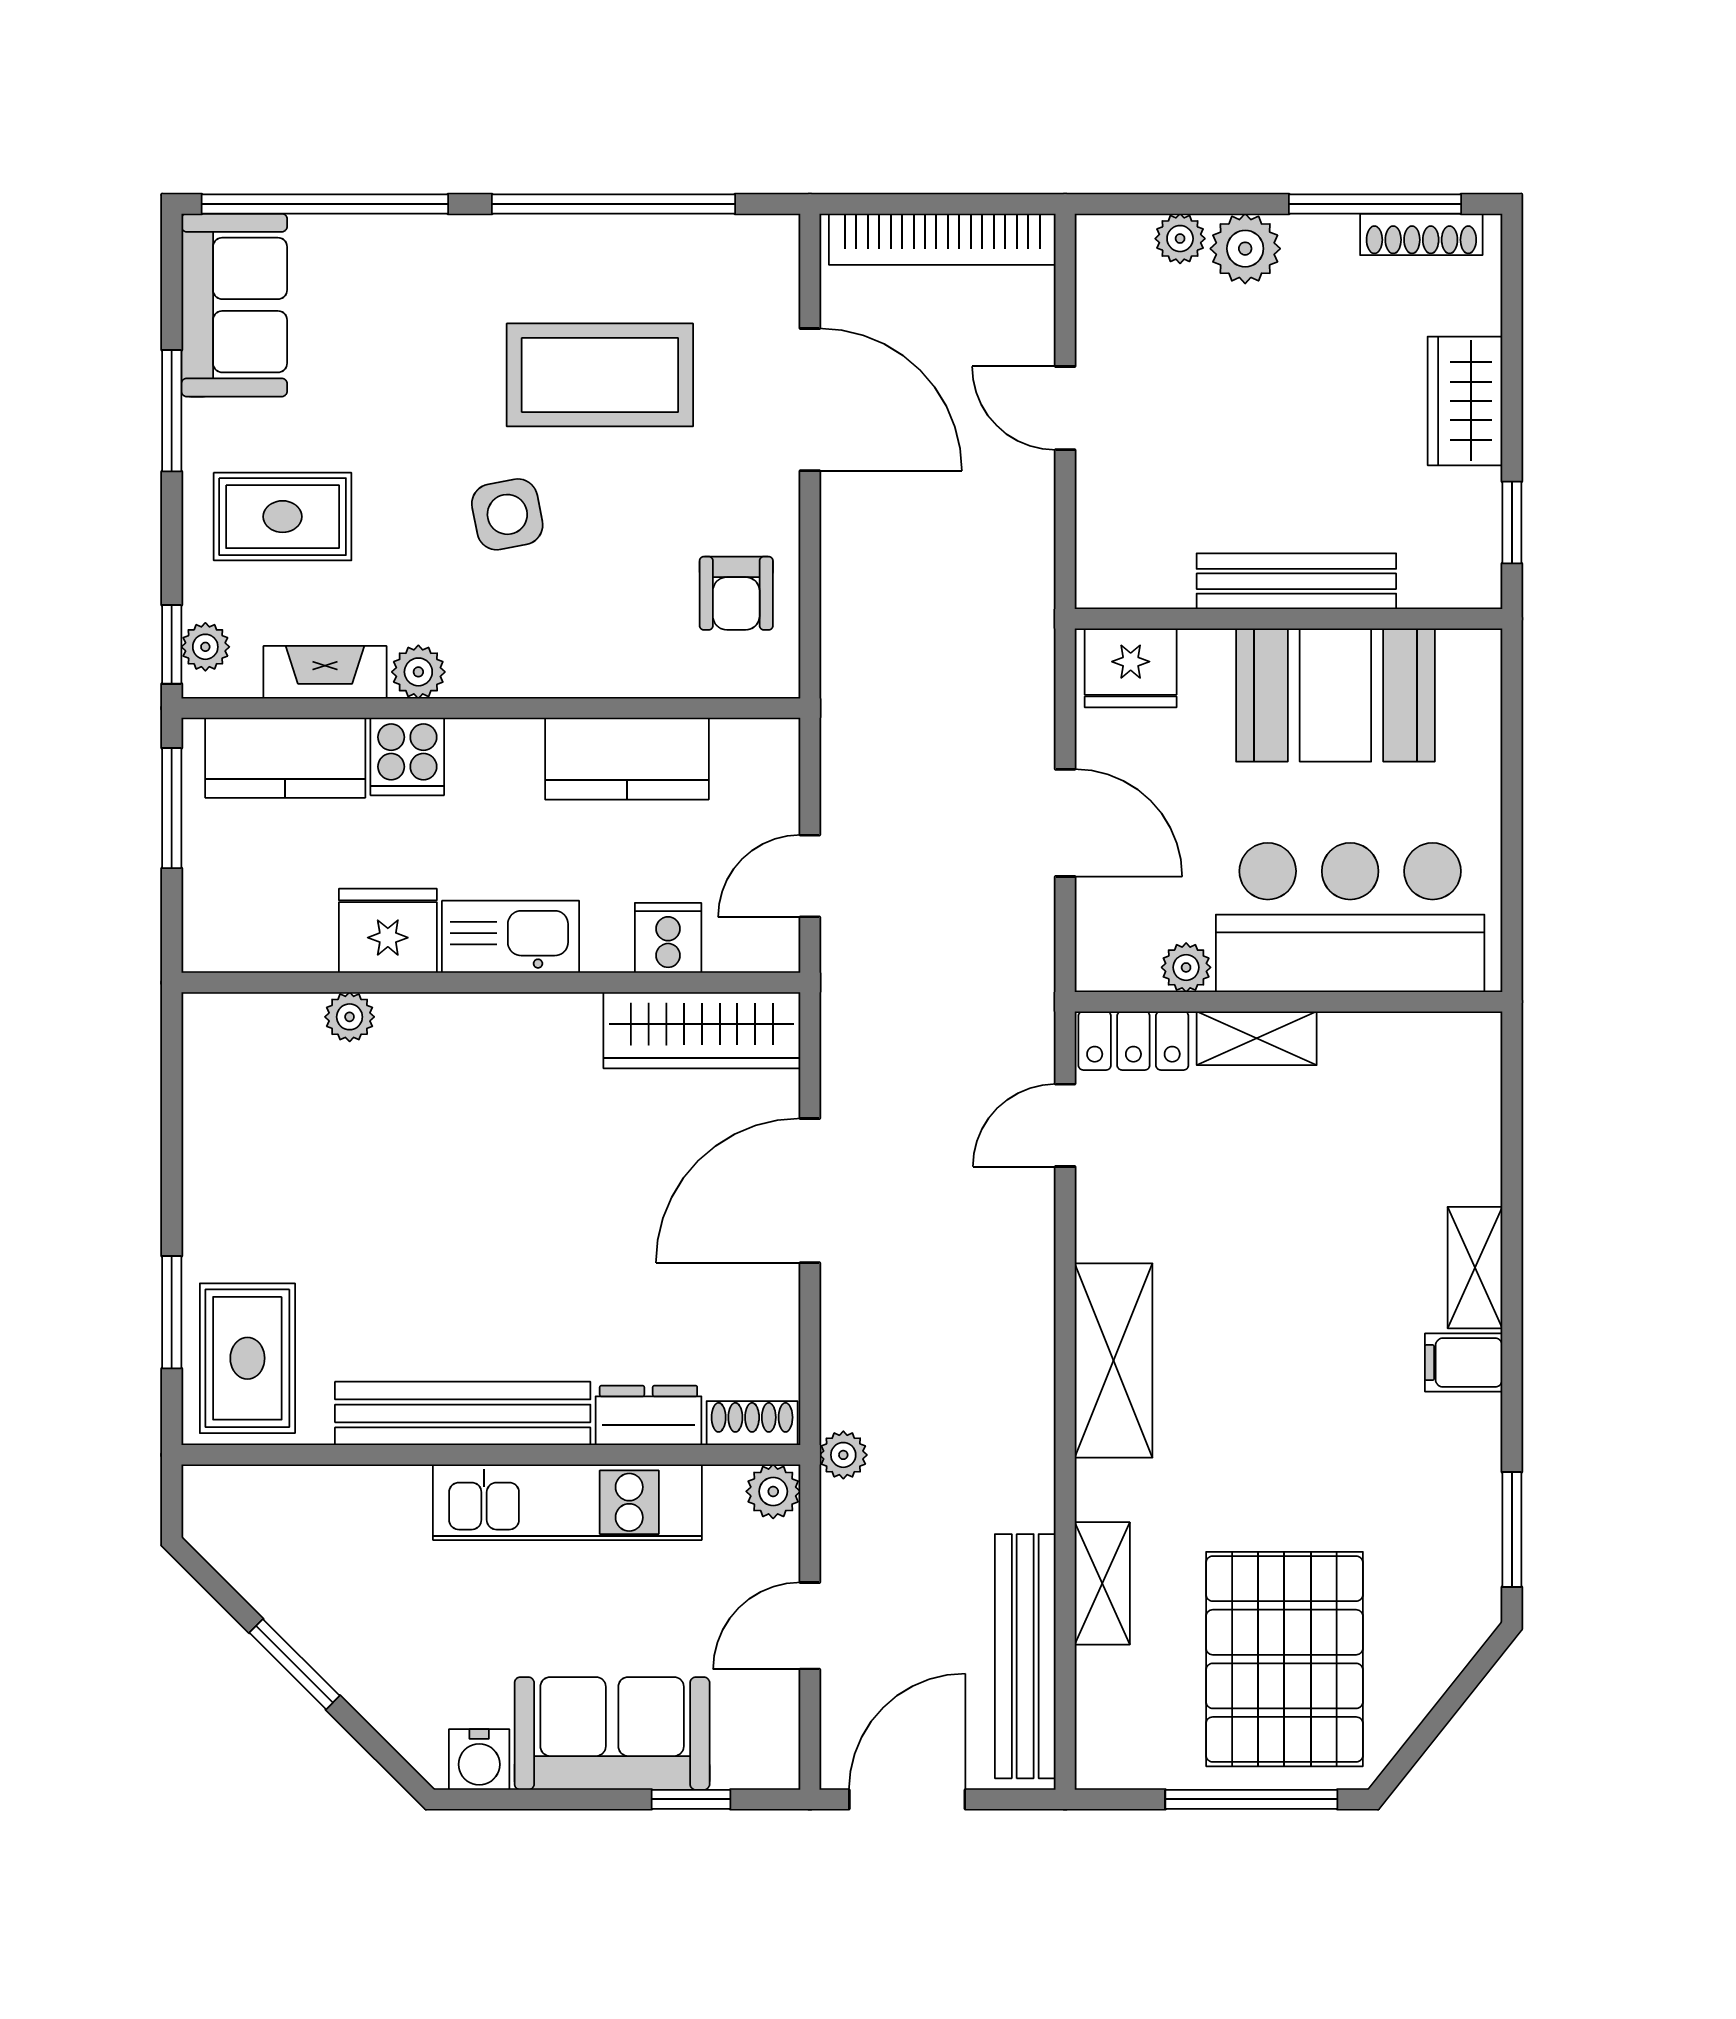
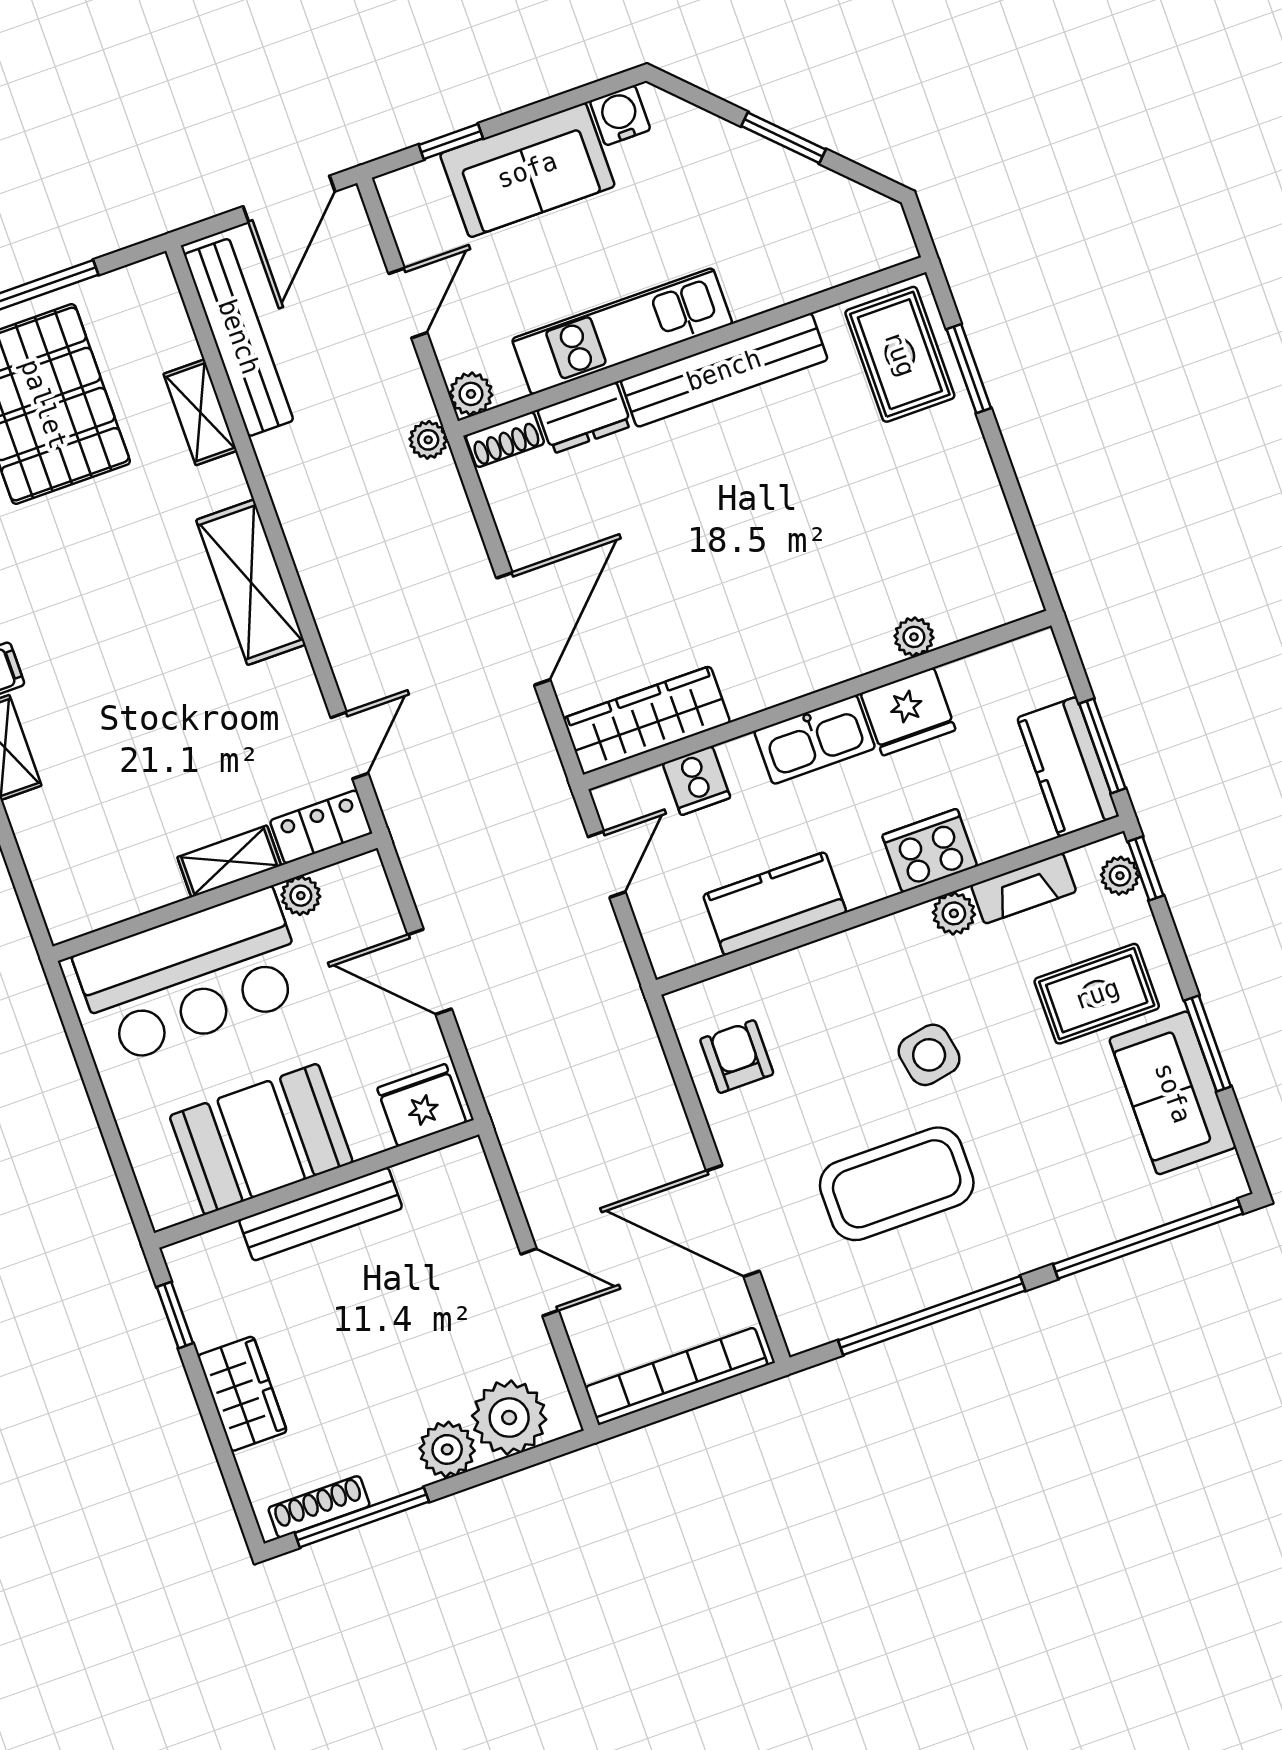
plant: (1180, 239) -> (509, 1418), width x1.88, depth x1.88
sofa: (234, 305) -> (1173, 1093), moved
cooker: (407, 757) -> (930, 851), width x1.36
kitchen counter: (285, 758) -> (1068, 767), moved, turned -90

